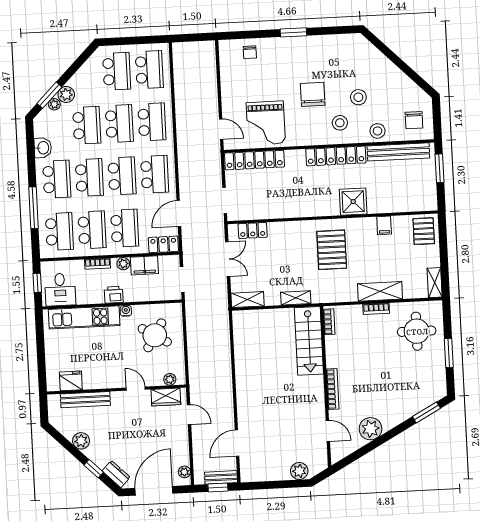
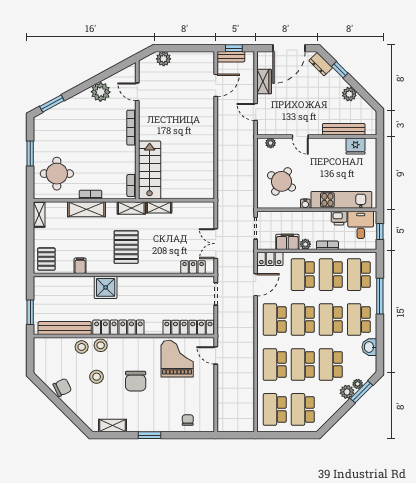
shelving: (337, 41) -> (112, 425), added
chair: (414, 120) -> (62, 387), moved, turned 64
stool: (340, 123) -> (101, 345), moved
printer: (114, 295) -> (339, 218), moved
shelving: (248, 300) -> (131, 208), moved
wardrobe: (166, 397) -> (264, 82), moved, turned 90
plant: (184, 472) -> (262, 63), removed

